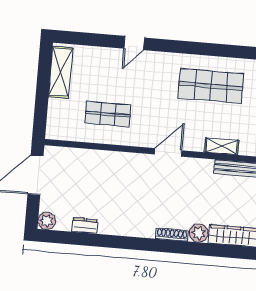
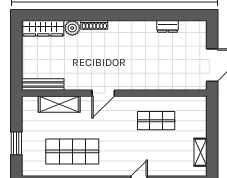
shelving: (61, 72) -> (200, 152), width x0.67, depth x0.75
shelving: (222, 146) -> (59, 104), width x1.50, depth x1.33
plant: (47, 221) -> (199, 28), removed

